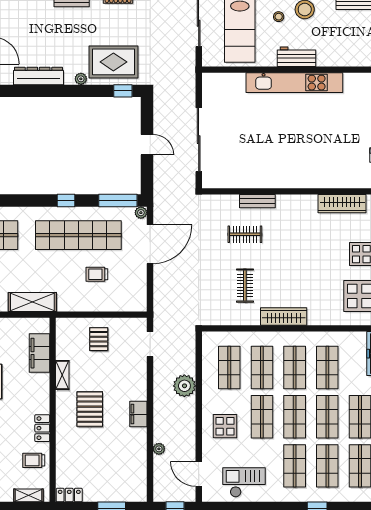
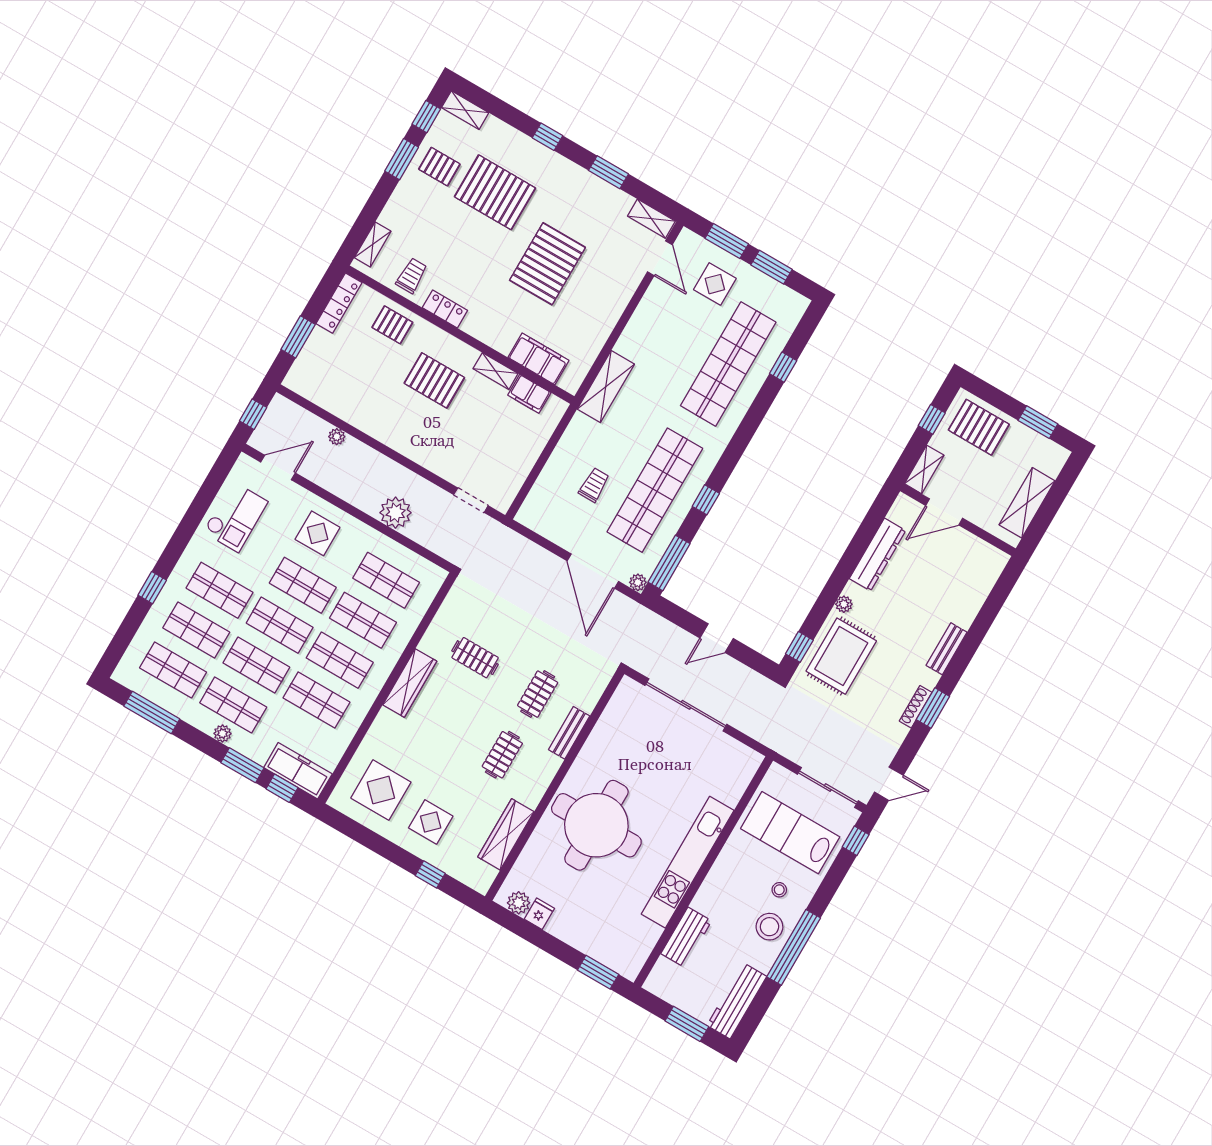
workbench: (296, 57) -> (686, 937), moved
round table: (304, 152) -> (596, 825), added
clothes rail: (295, 234) -> (502, 755), added
pallet: (99, 339) -> (392, 325), moved
filing cabinet: (138, 414) -> (529, 394), moved, turned 180
locker: (69, 495) -> (339, 303), width x1.53

